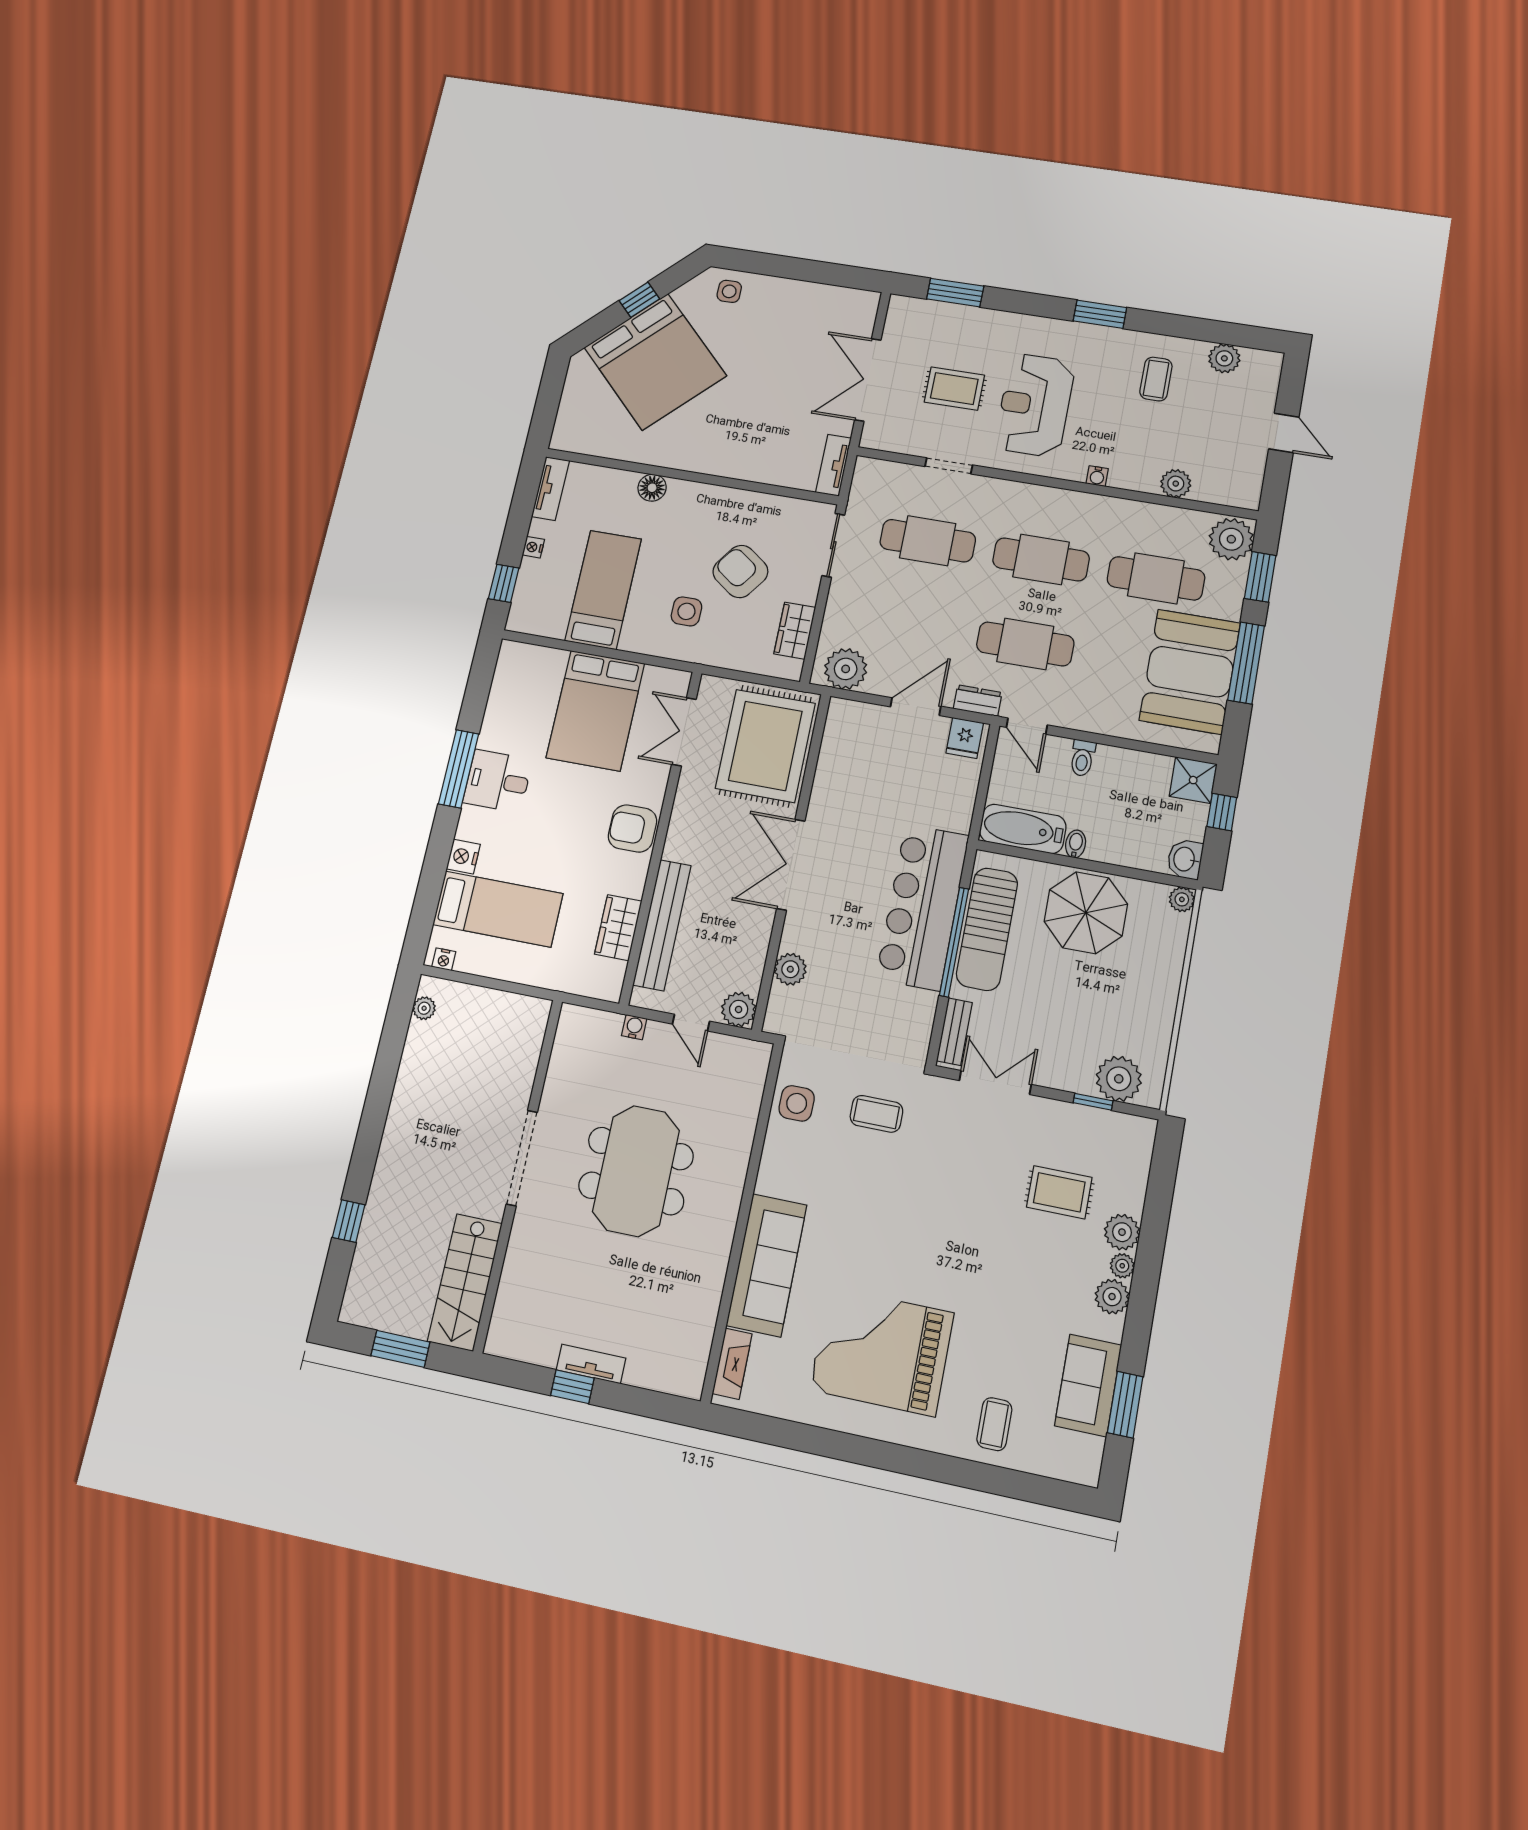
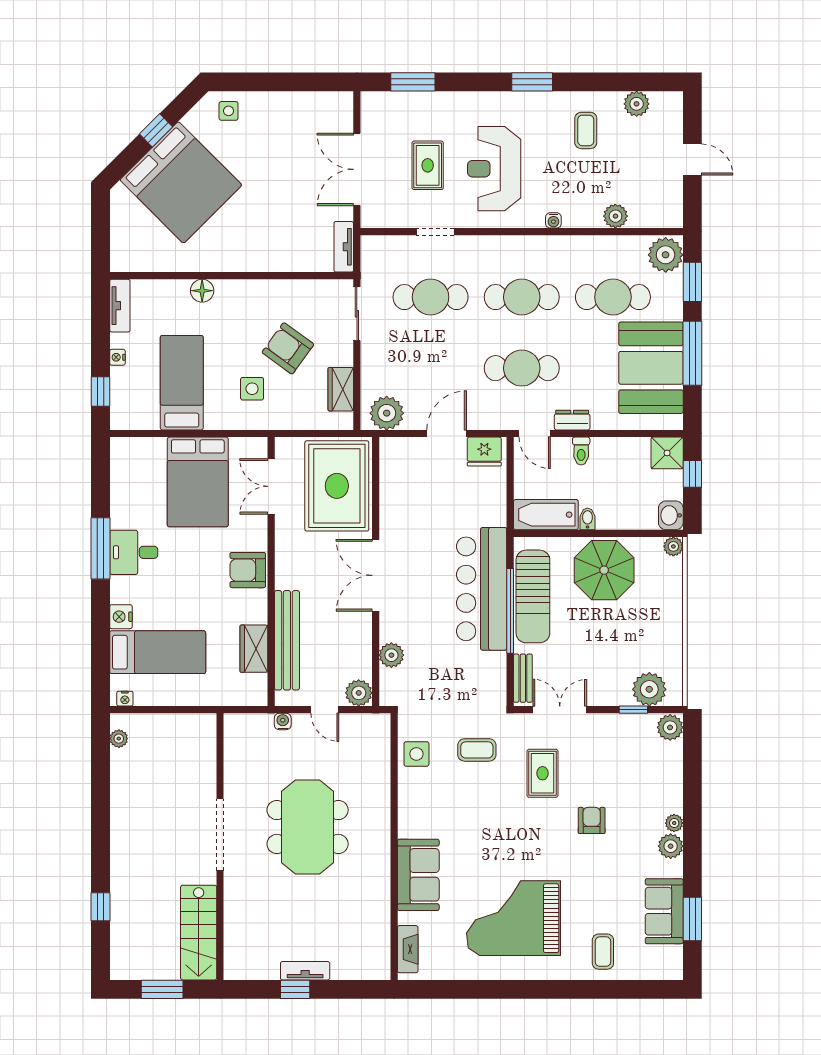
rug: (954, 389) -> (428, 165), turned 90
dresser: (978, 701) -> (572, 420), moved
fridge: (965, 738) -> (484, 452), width x1.38
rug: (1059, 1192) -> (542, 773), moved, turned 90
plant: (1122, 1232) -> (670, 727), moved
armchair: (1011, 1239) -> (592, 820), added
sofa: (767, 1265) -> (418, 875), width x0.73

